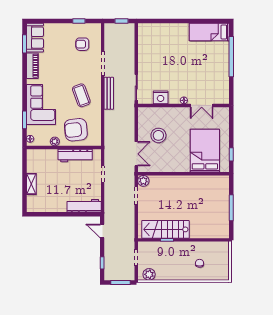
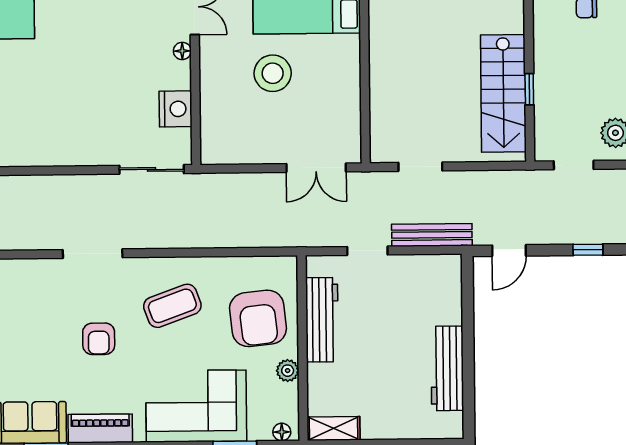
armchair: (82, 44) -> (99, 339), moved
bench: (109, 93) -> (432, 235), moved
stool: (158, 135) -> (273, 73), moved
double door: (136, 154) -> (316, 168), swing flipped
plant: (143, 181) -> (383, 149), removed
shelving: (31, 184) -> (334, 428), moved
workbench: (84, 206) -> (447, 368), moved

